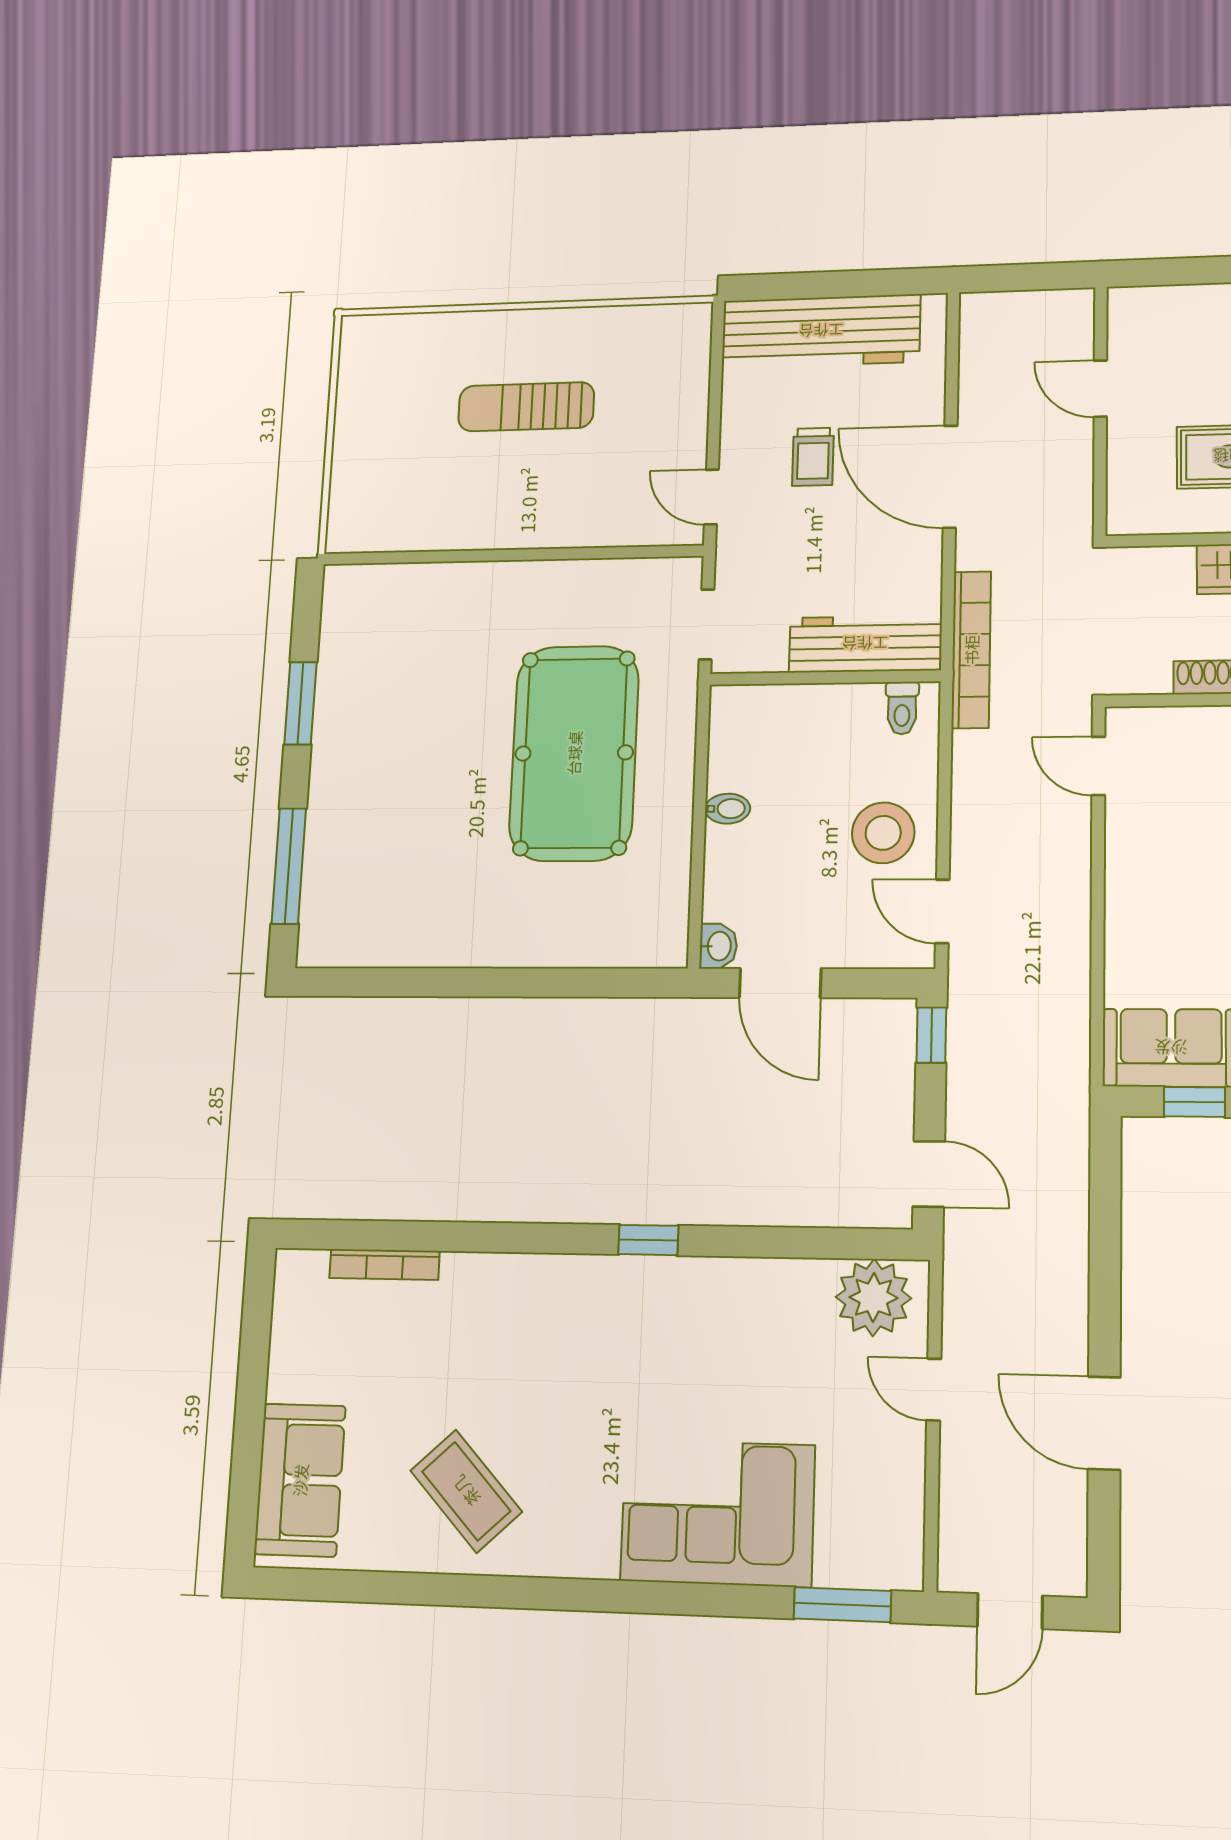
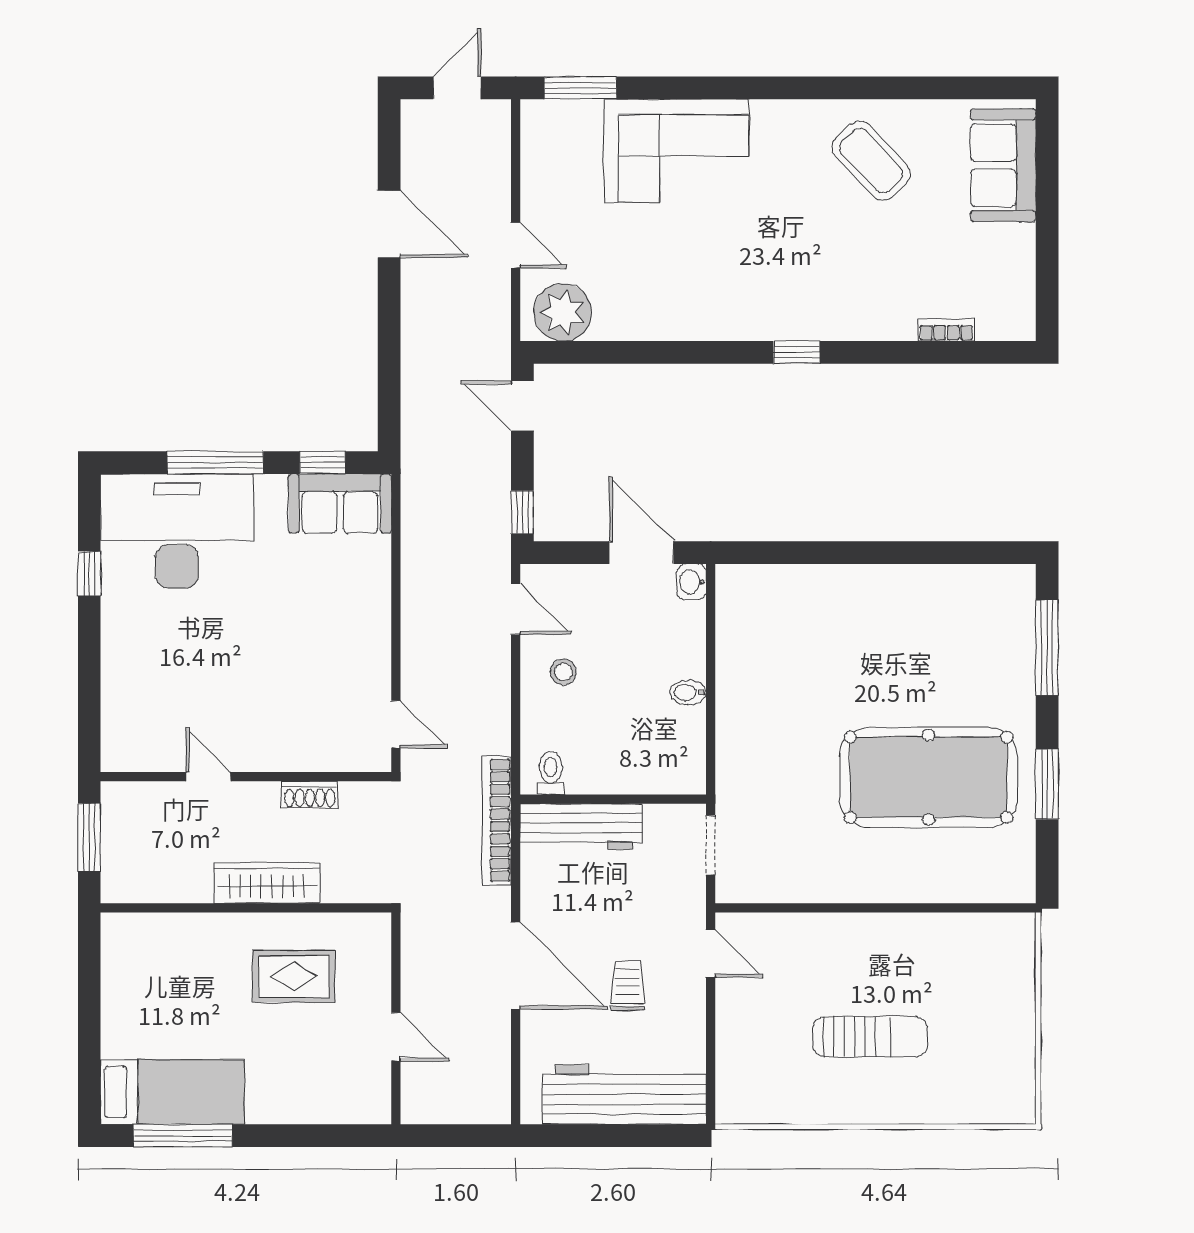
pool table: (574, 753) -> (929, 777), moved, turned 90
stool: (883, 833) -> (563, 672), width x0.53, depth x0.53
window: (648, 1240) -> (797, 352), moved
bookcase: (384, 1265) -> (946, 330), width x0.64

